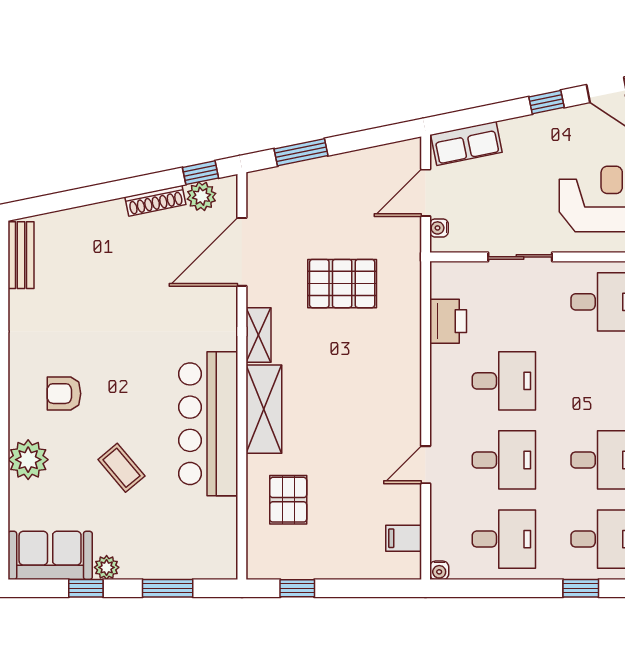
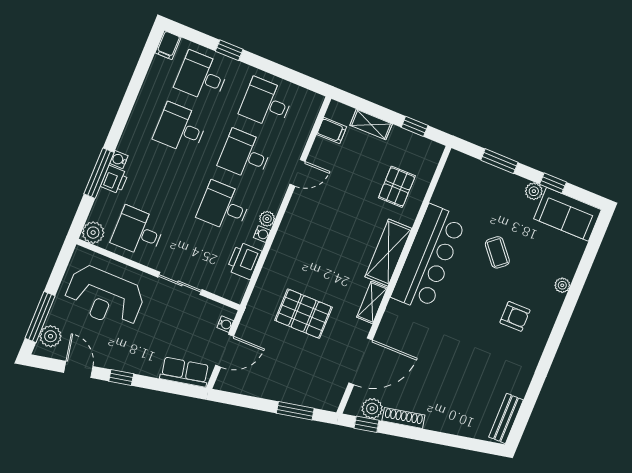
plant: (441, 388) -> (267, 219), added
plant: (28, 460) -> (562, 285), width x0.53, depth x0.53
shelving: (355, 567) -> (371, 125), added
water cooler: (439, 570) -> (262, 234), moved, turned 90

